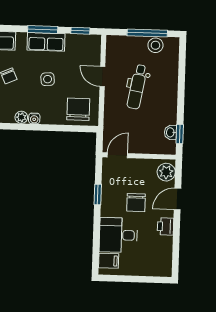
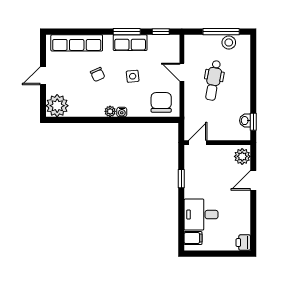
chair: (136, 203) -> (216, 185), removed
printer: (165, 226) -> (243, 243), moved

